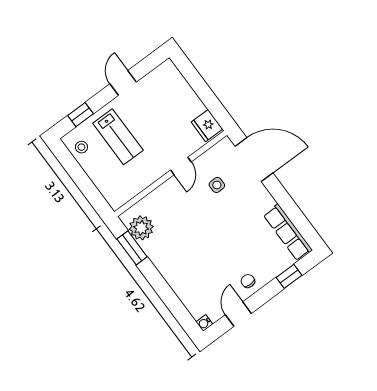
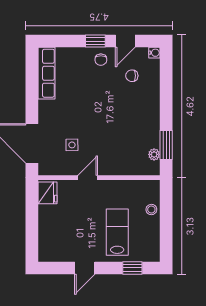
stool: (81, 147) -> (151, 210), moved
plant: (141, 228) -> (154, 154), width x0.53, depth x0.53
window: (289, 276) -> (95, 41), moved
chair: (209, 287) -> (132, 76), added

